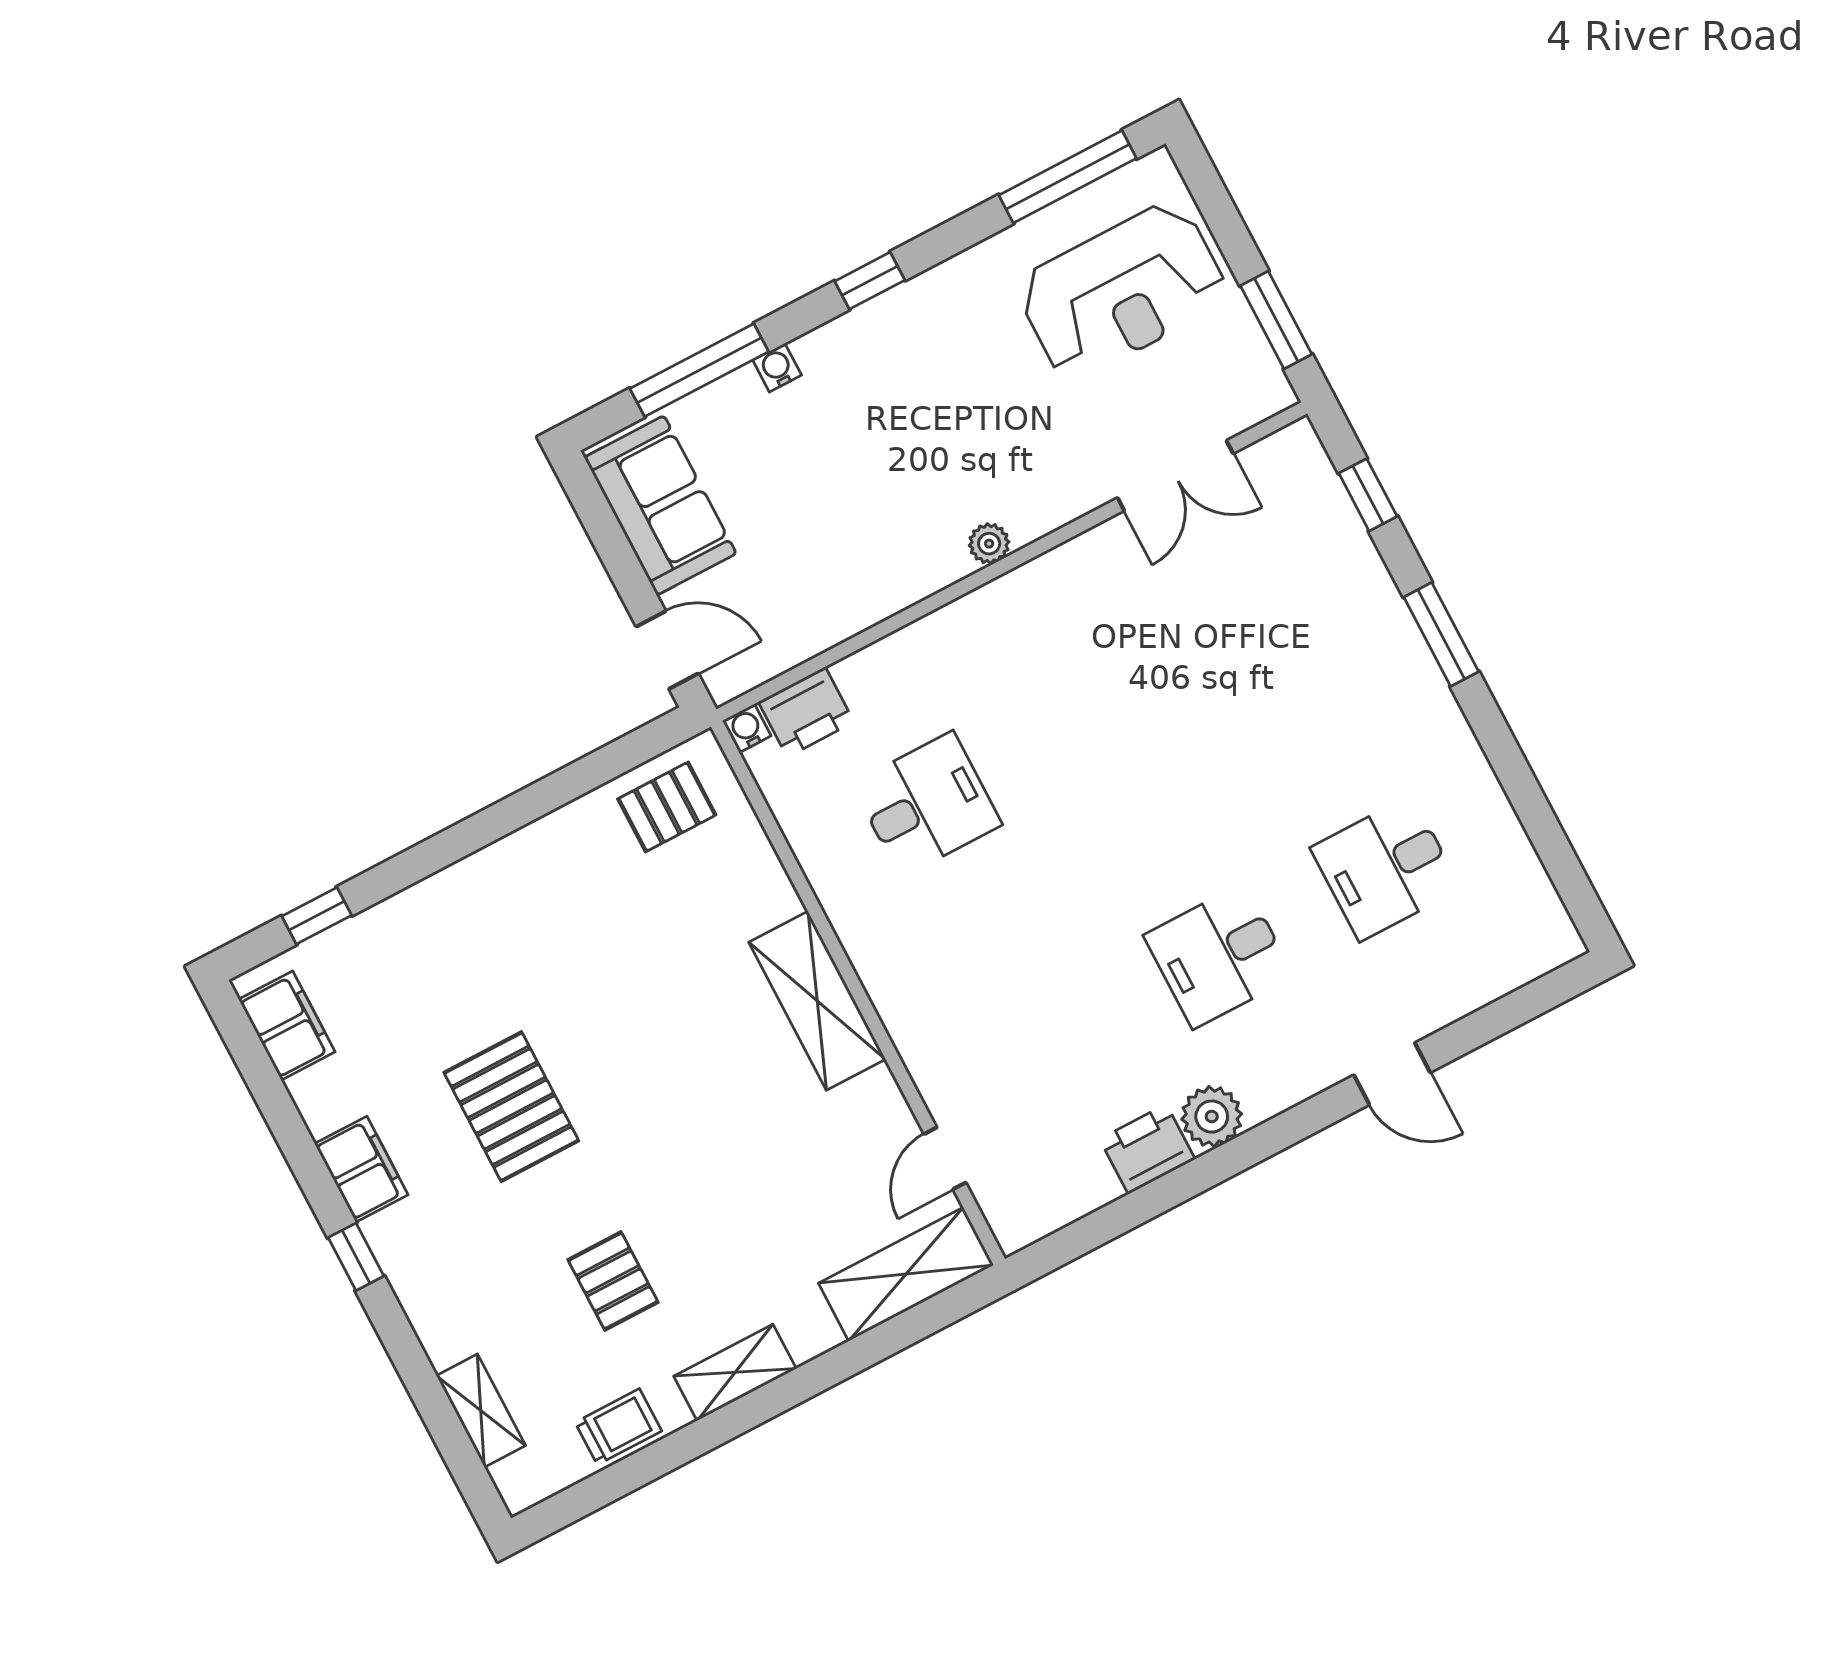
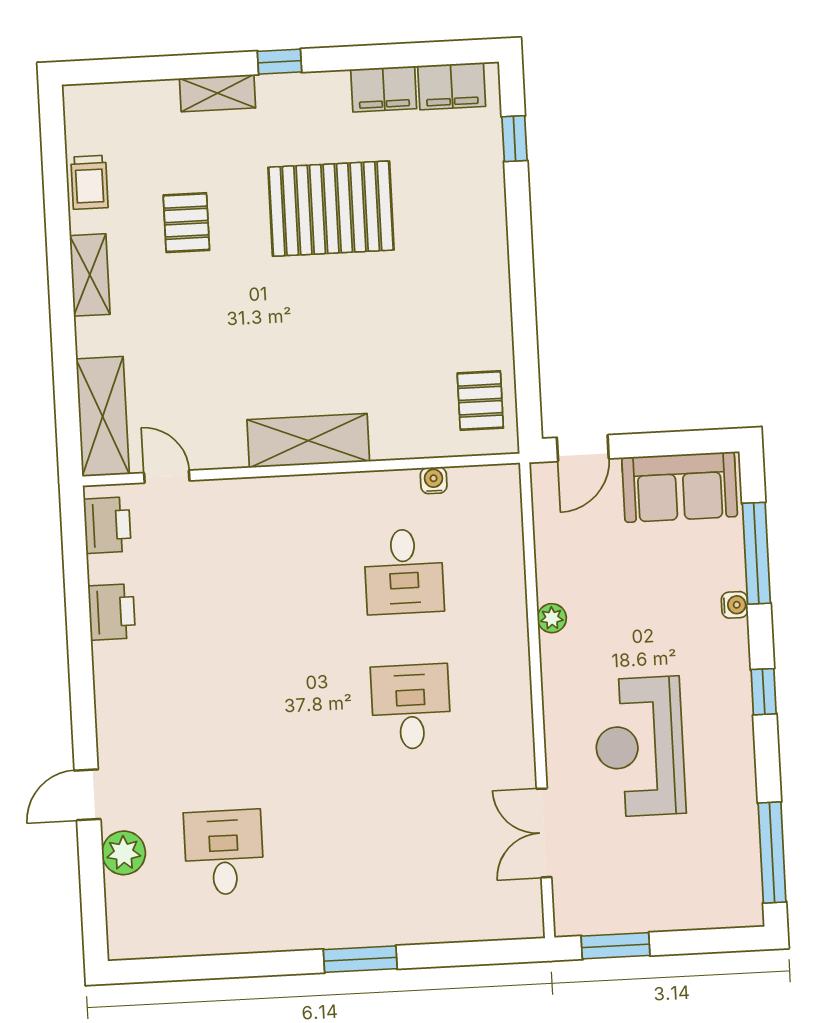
reception desk: (1122, 291) -> (640, 747), moved
window: (1368, 495) -> (474, 953), removed
plant: (989, 544) -> (552, 618), moved
printer: (806, 712) -> (107, 525), moved, turned 180
water cooler: (747, 728) -> (434, 480), moved, turned -90
desk: (1219, 956) -> (411, 707), moved
pallet: (511, 1107) -> (331, 209), width x1.37, depth x1.41
plant: (1212, 1117) -> (124, 853), moved
filing cabinet: (361, 1169) -> (384, 89), moved
pallet: (613, 1281) -> (186, 223), turned 90
shelving: (481, 1411) -> (218, 93), moved

